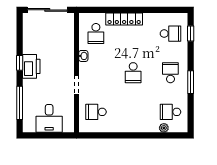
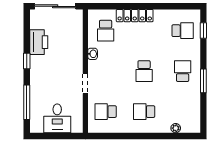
printer: (31, 66) -> (39, 42), moved
school desk: (170, 112) -> (144, 112), moved

